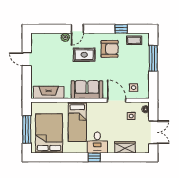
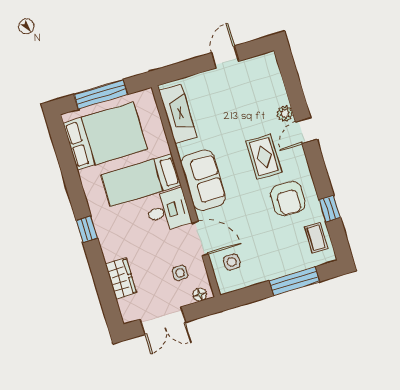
door: (77, 29) -> (306, 131), hinge flipped
door: (117, 100) -> (200, 238), hinge flipped
desk: (97, 142) -> (168, 210), moved, turned 180

